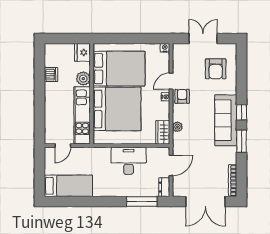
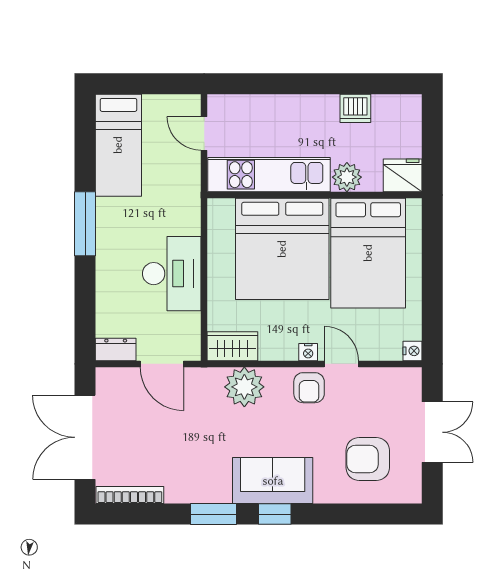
armchair: (182, 96) -> (309, 388), turned 90
sofa: (226, 120) -> (273, 481), width x0.73
plant: (177, 127) -> (244, 387), width x1.88, depth x1.88
window: (142, 201) -> (85, 224), moved

